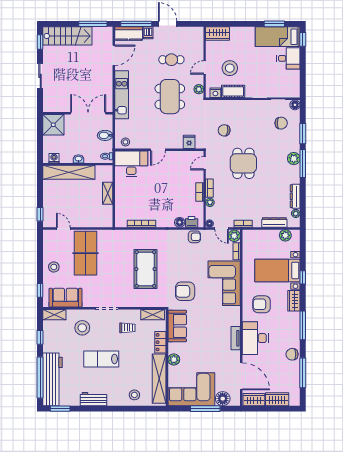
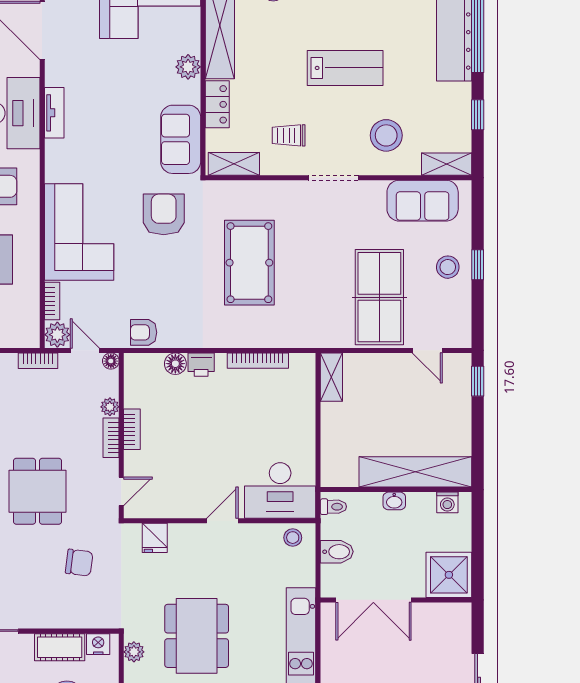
shelving: (108, 193) -> (331, 377), moved
printer: (192, 222) -> (201, 365), moved
window: (40, 290) -> (478, 265), moved
armchair: (185, 291) -> (164, 214), turned -90

